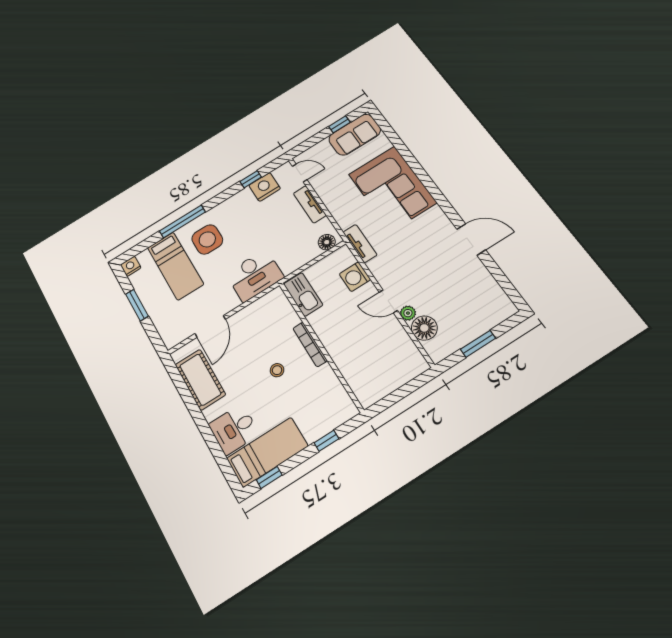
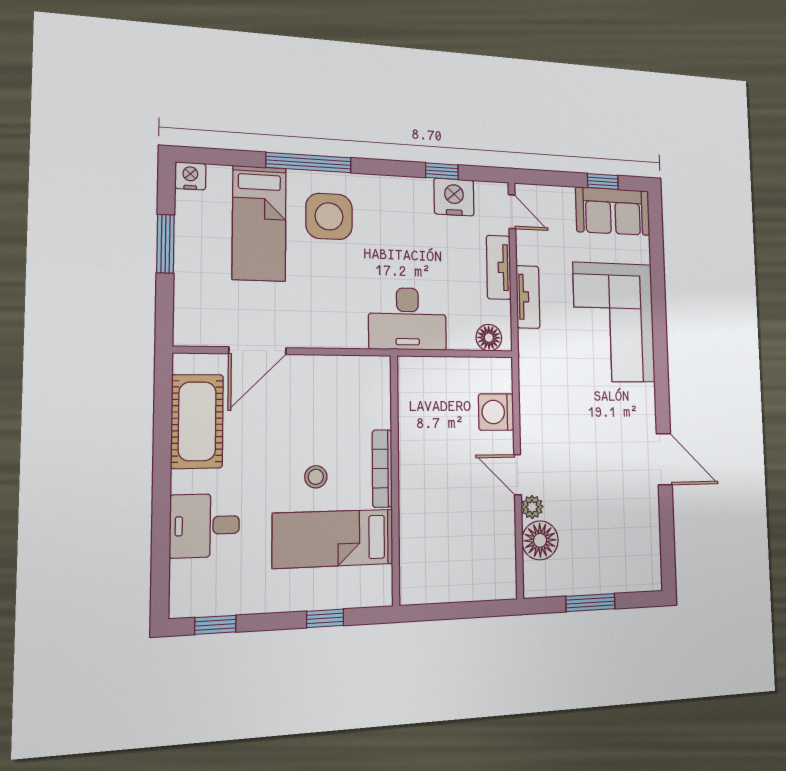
tv unit: (360, 243) -> (528, 297), moved
desk: (255, 275) -> (408, 319), moved
kitchen sink: (303, 294) -> (415, 391), removed
bed: (267, 452) -> (333, 539), moved, turned 180

